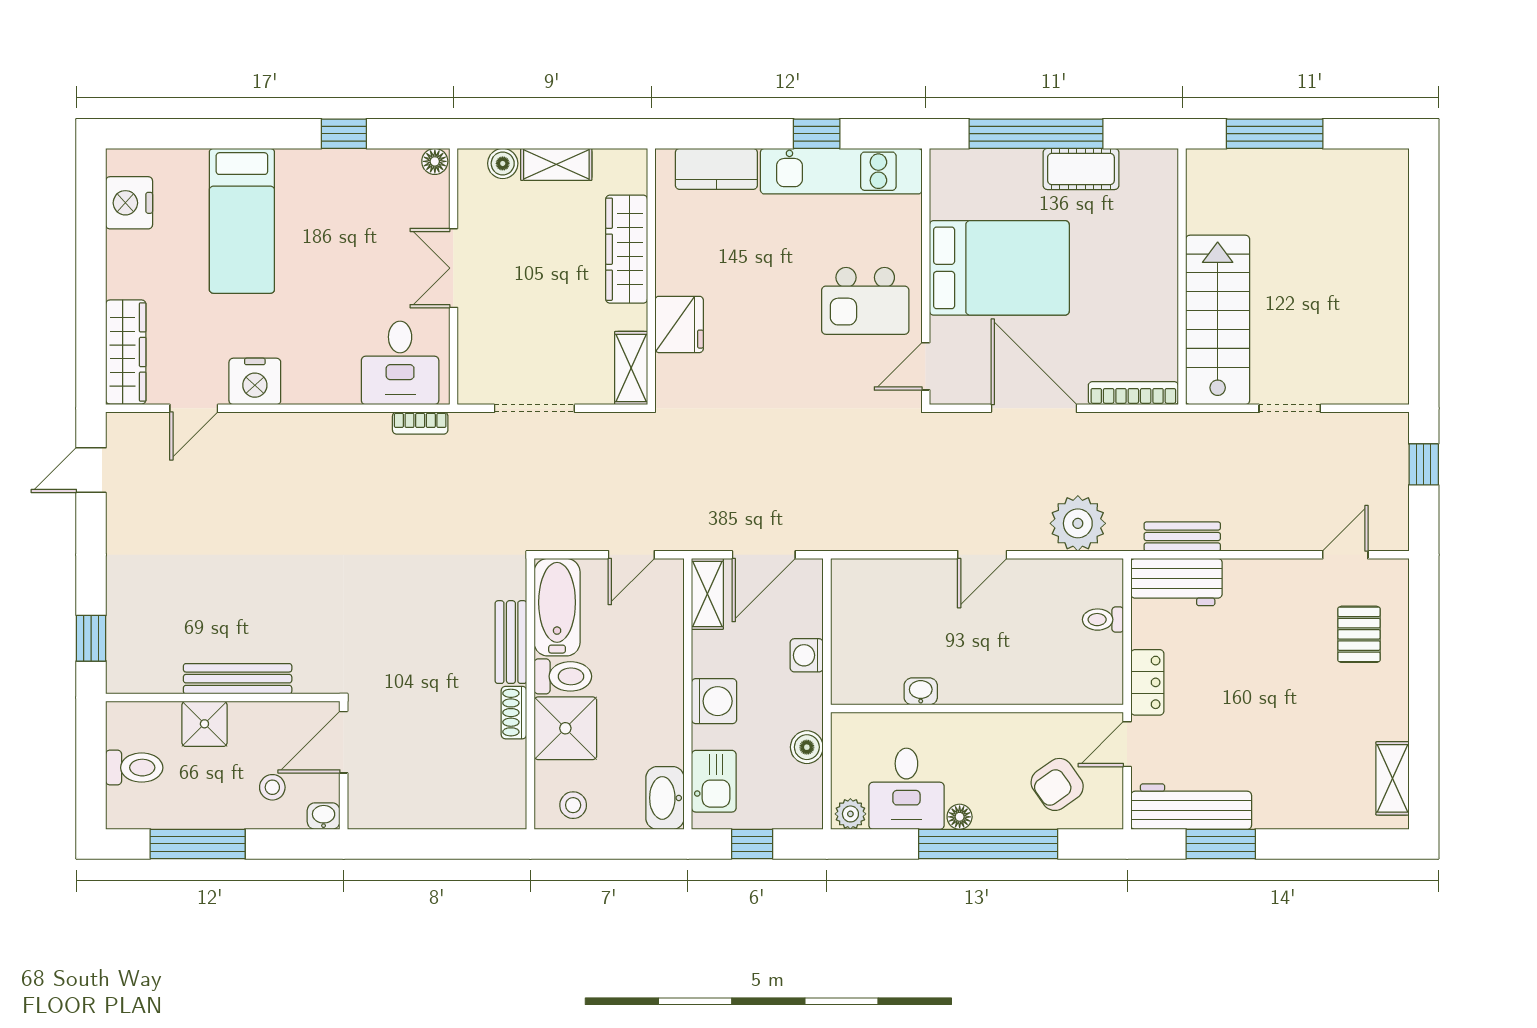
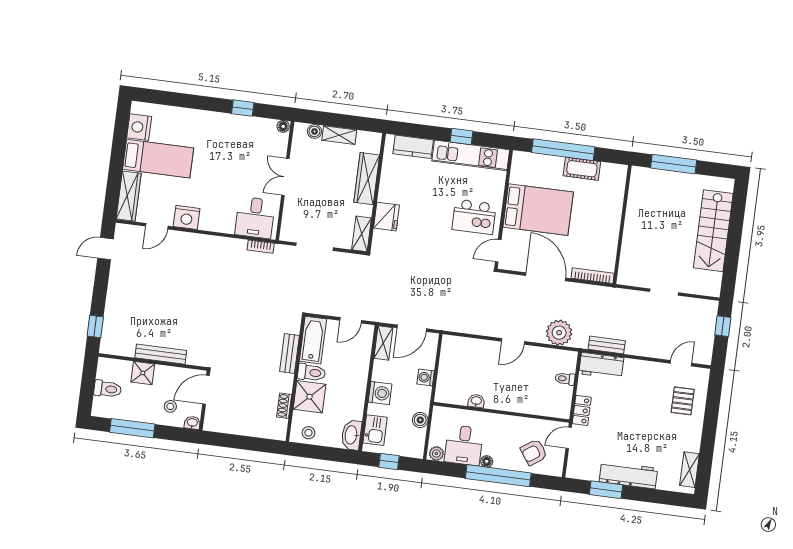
bed: (242, 221) -> (158, 159), moved, turned -90
stairs: (1218, 320) -> (713, 231), moved, turned 180
shoe rack: (514, 713) -> (284, 406), moved
workbench: (1191, 807) -> (628, 475), moved

